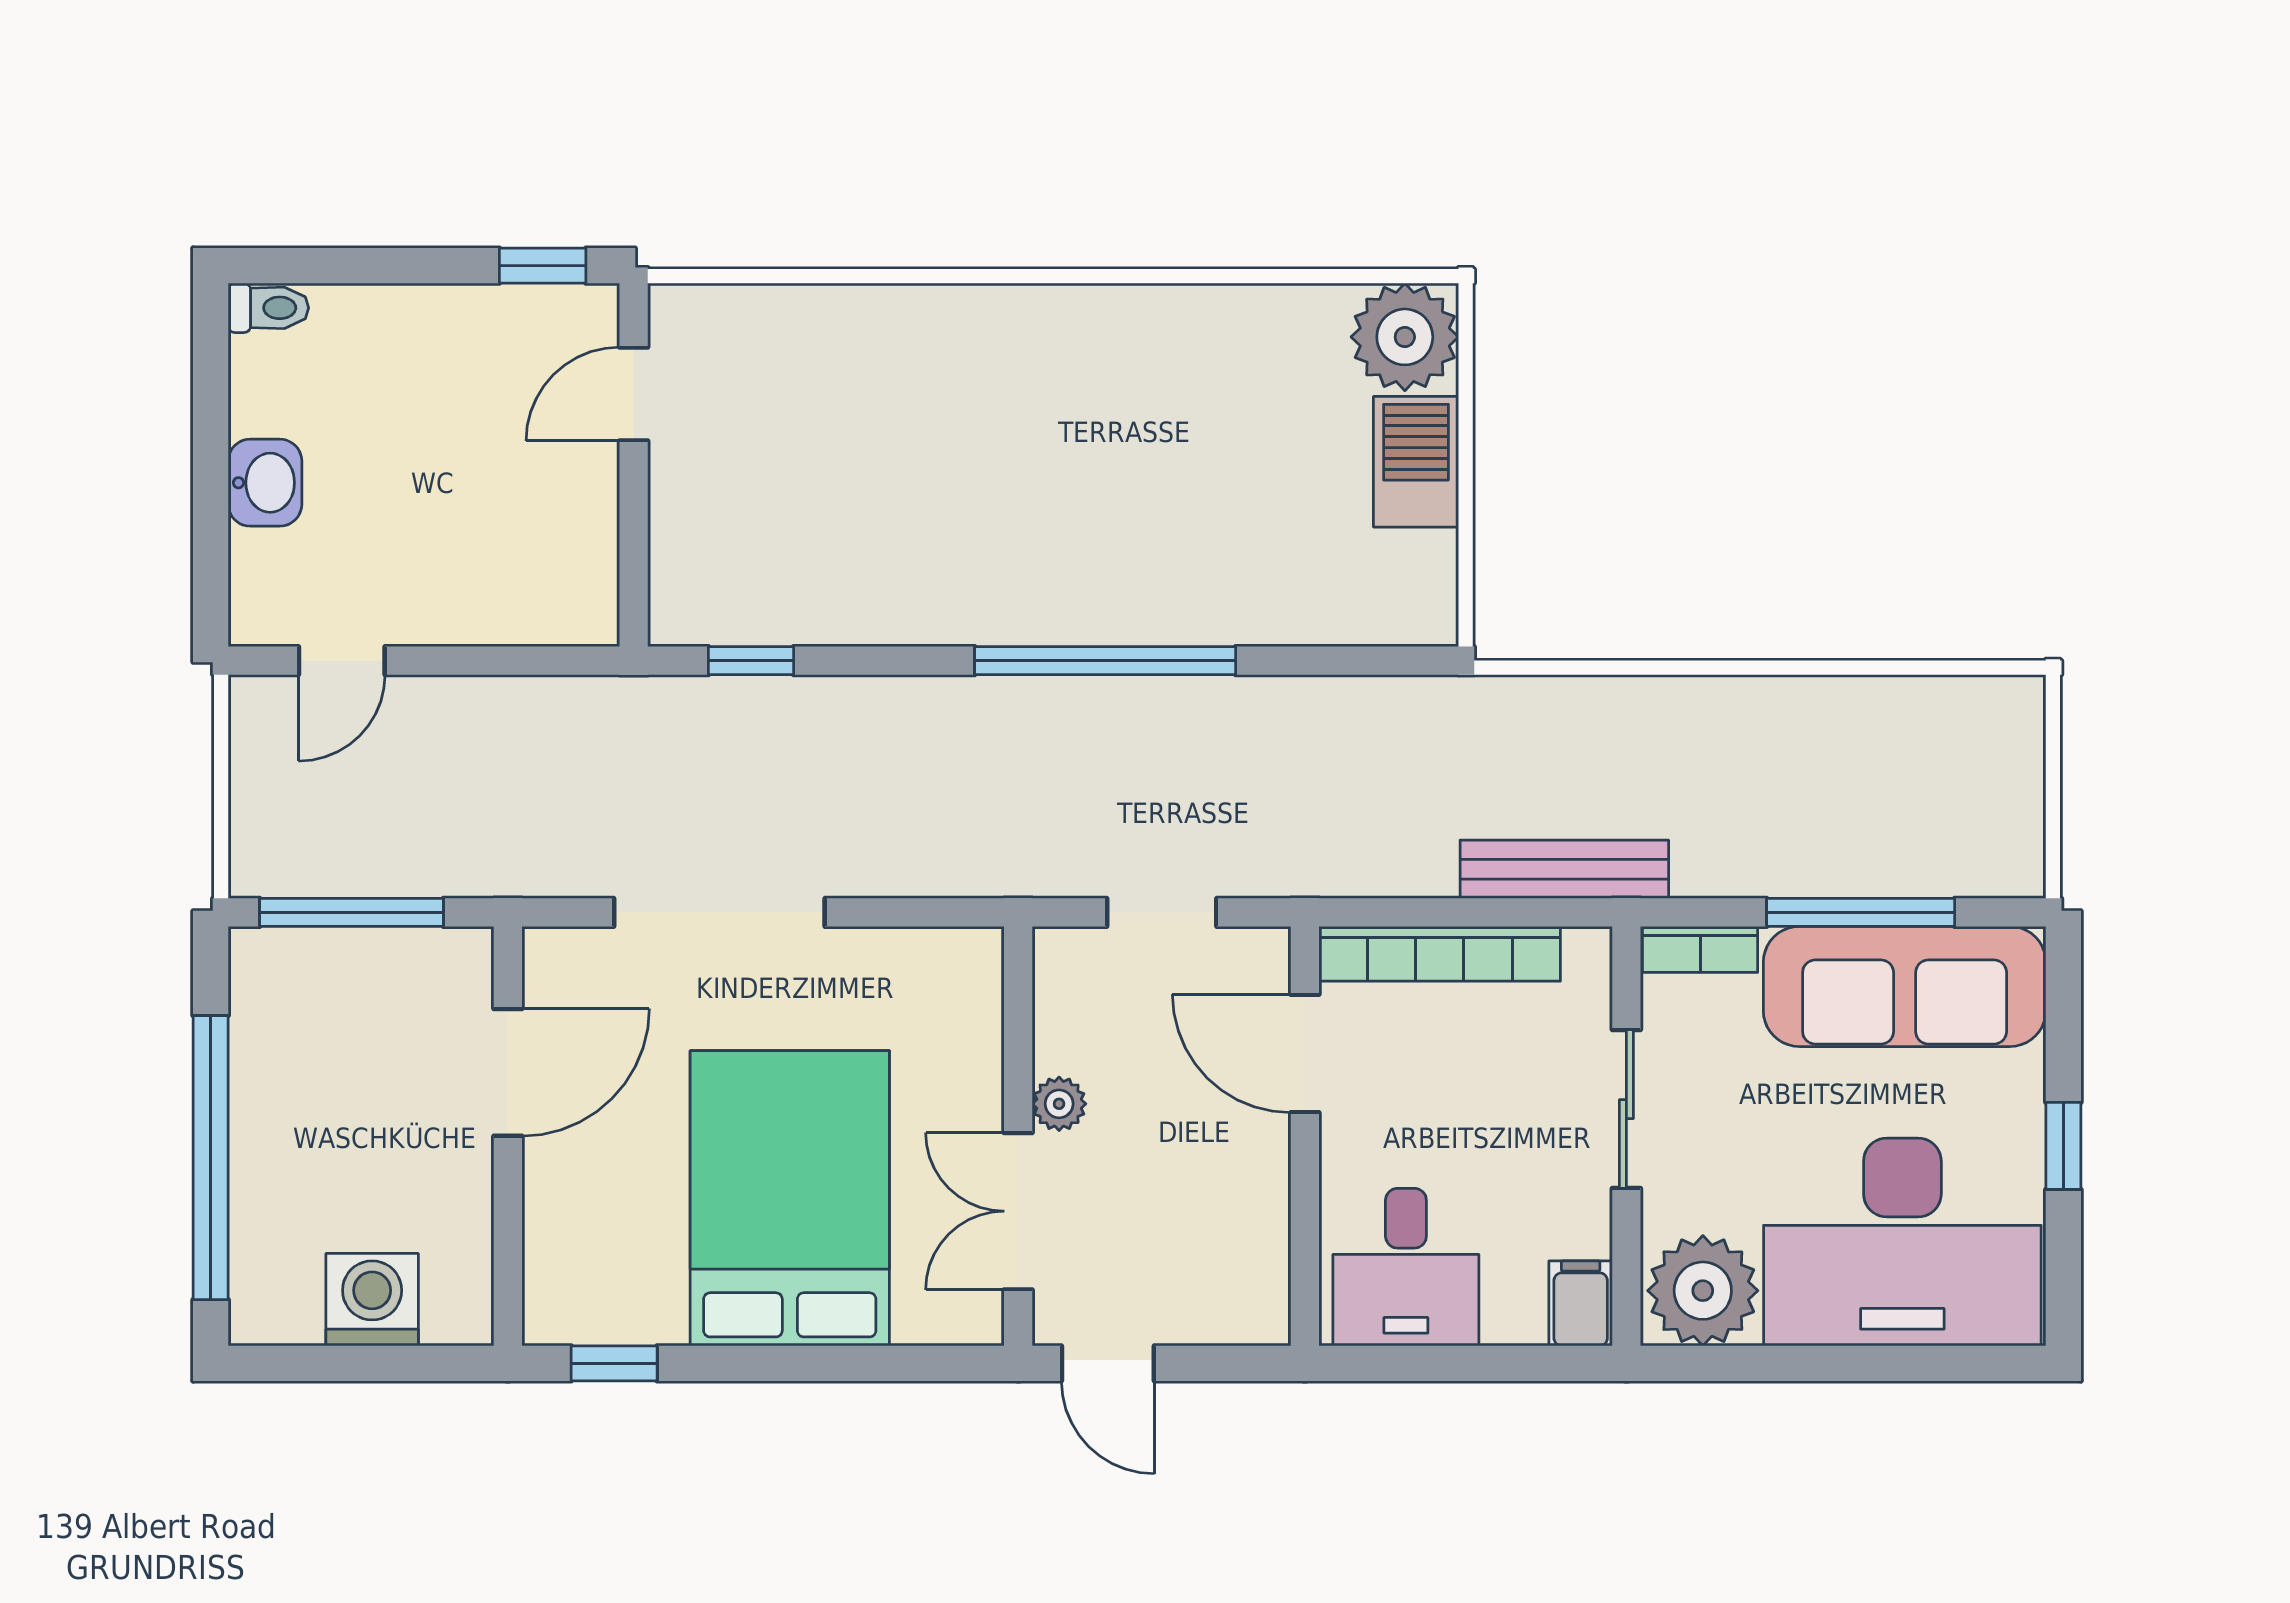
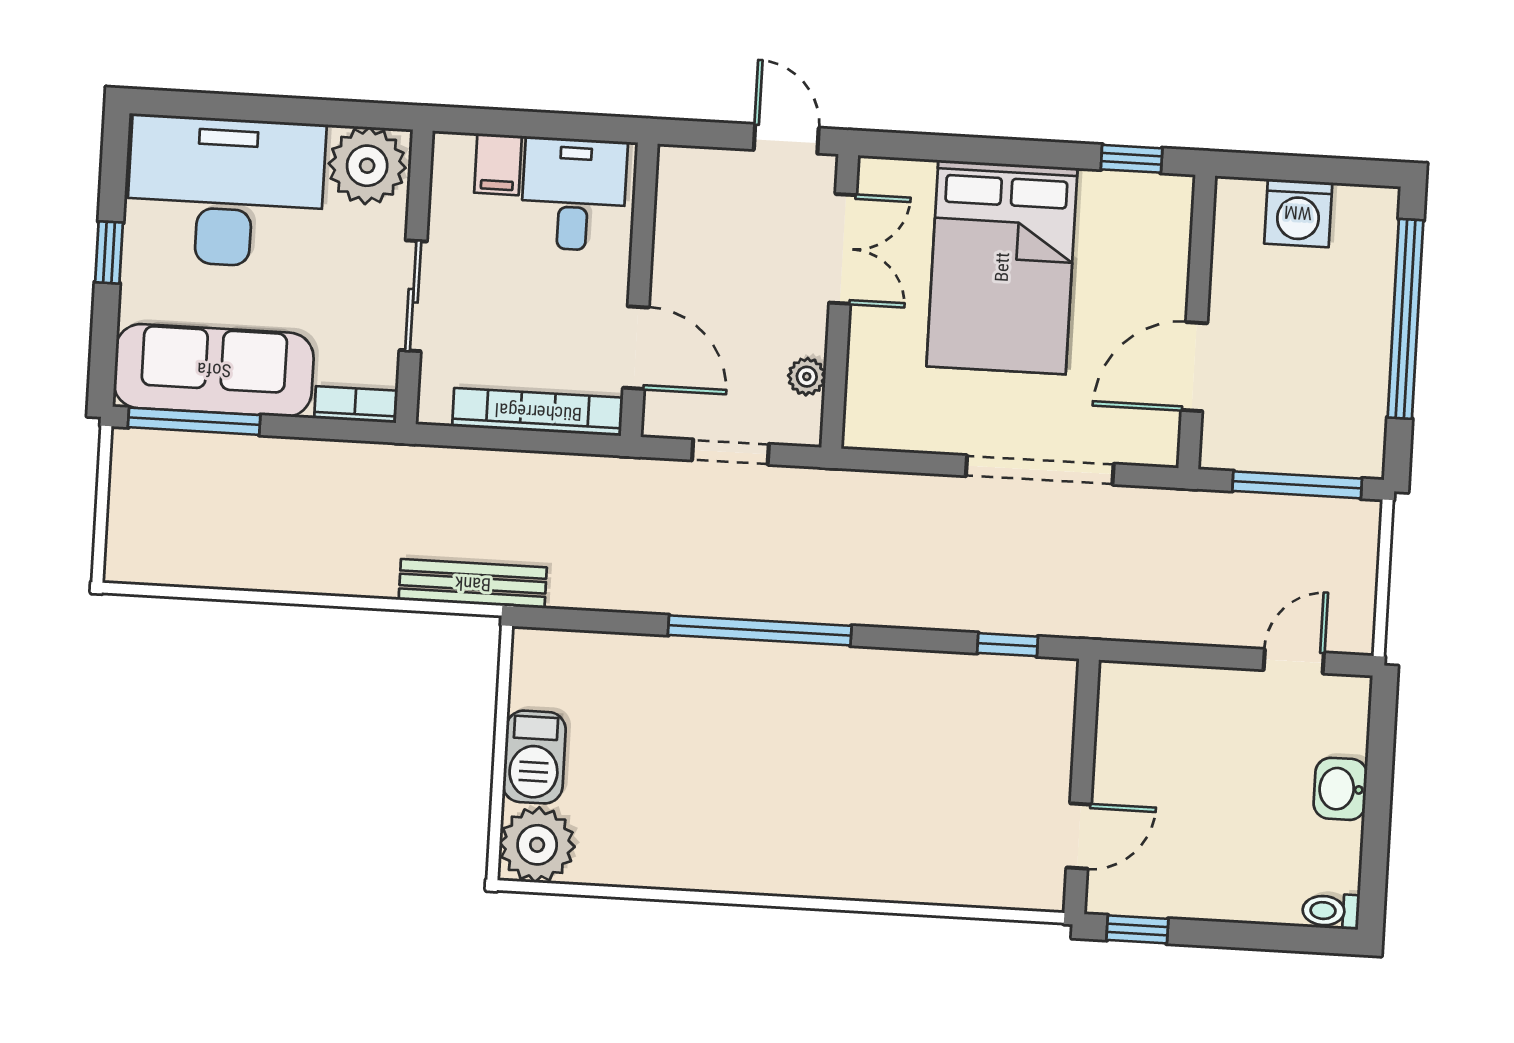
bench: (1564, 869) -> (473, 584), moved
window: (1861, 912) -> (194, 421), moved
plant: (1059, 1104) -> (807, 377), moved
filing cabinet: (1581, 1303) -> (498, 164), moved

